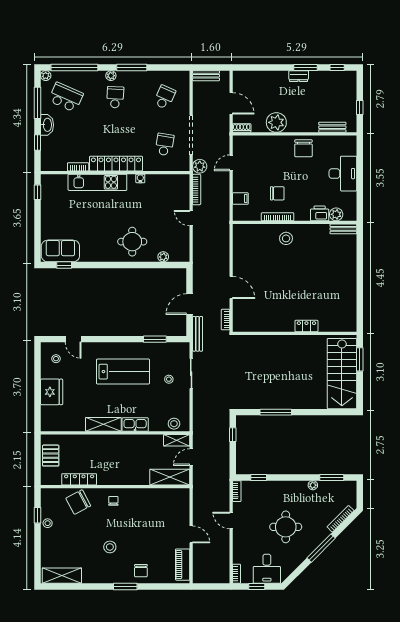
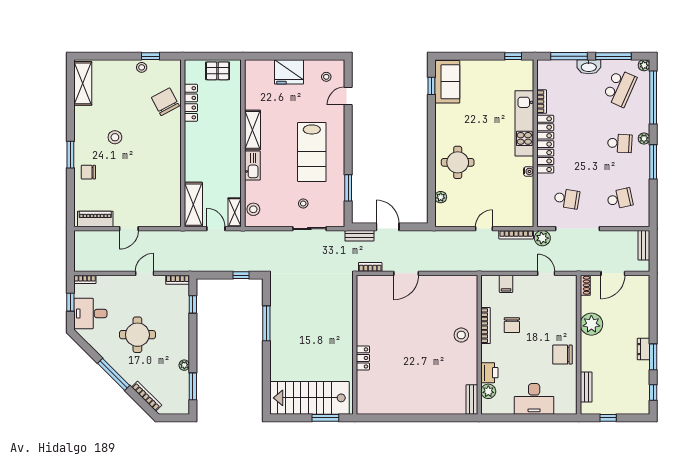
school desk: (165, 97) -> (620, 199), turned -36
window: (38, 142) -> (569, 56), width x2.17
bench: (198, 334) -> (359, 236), width x0.73
chair: (113, 501) -> (167, 141), removed

